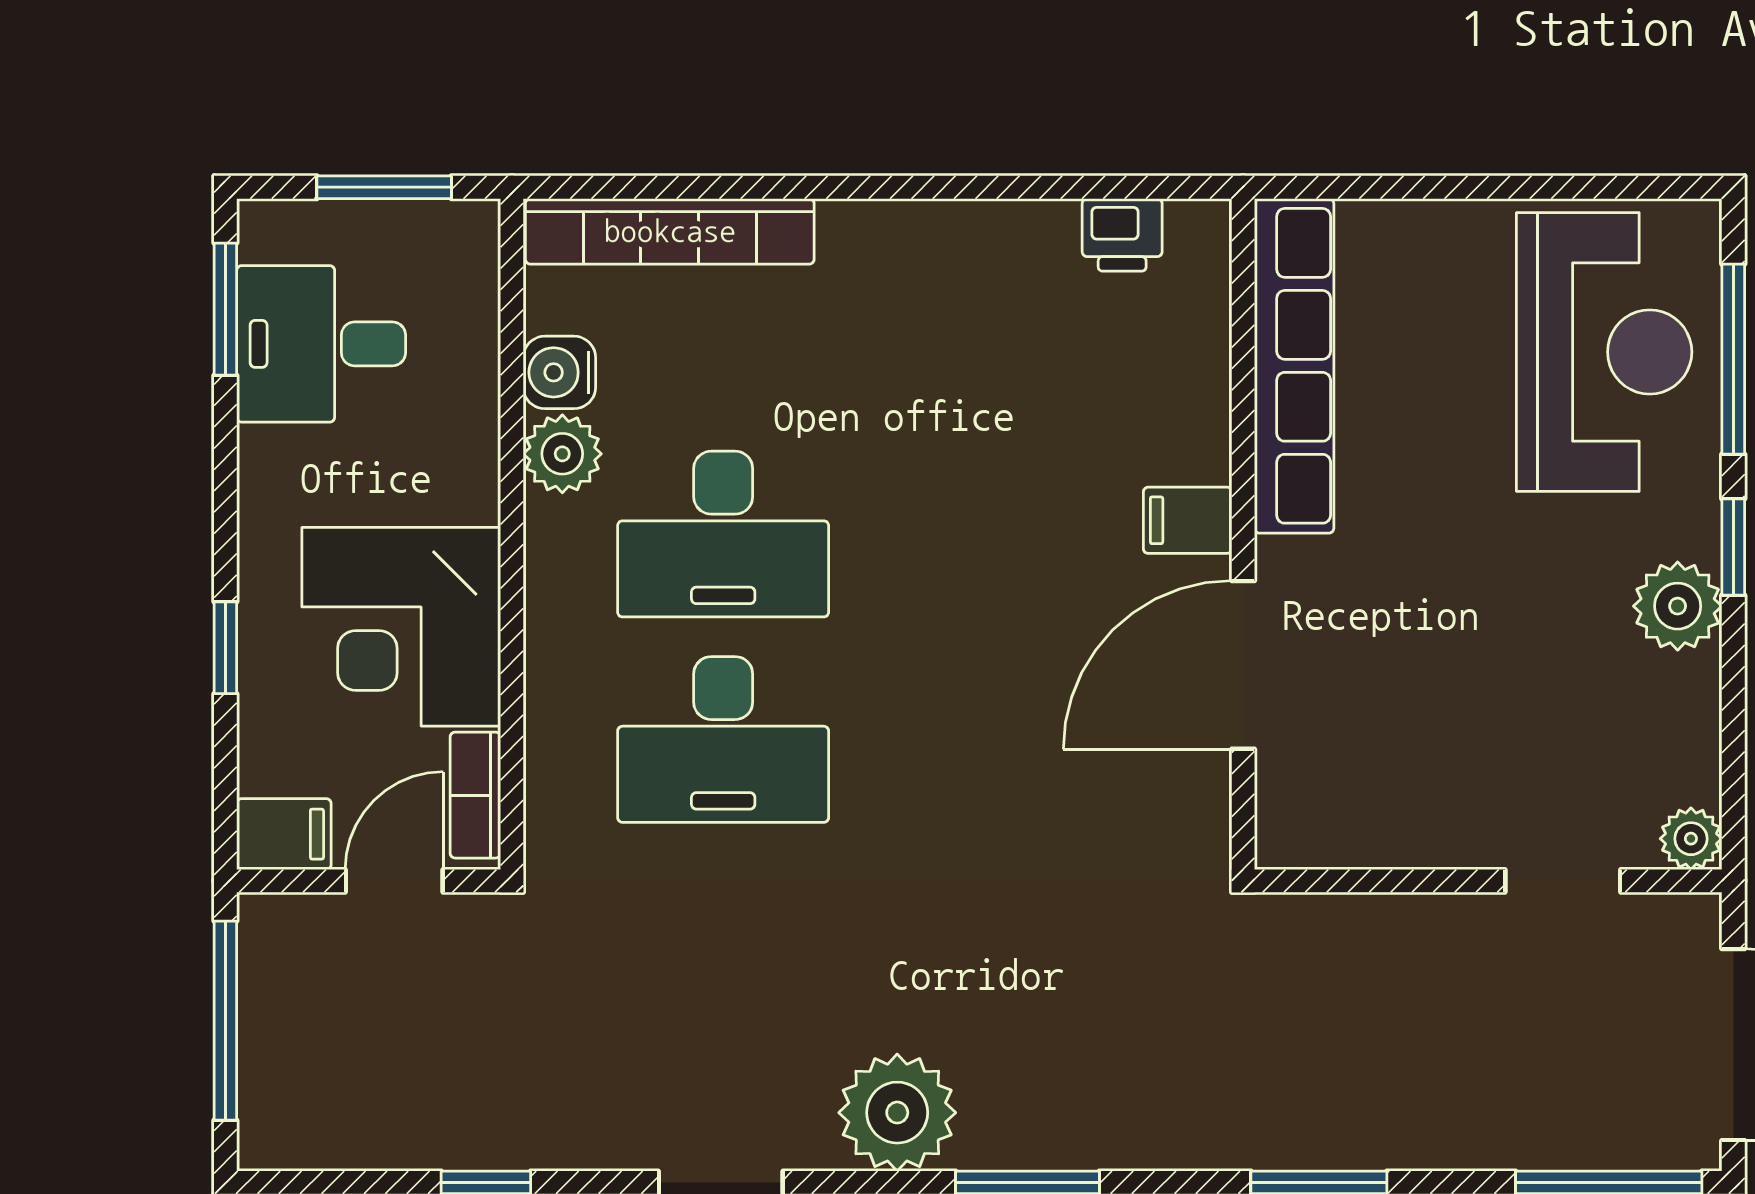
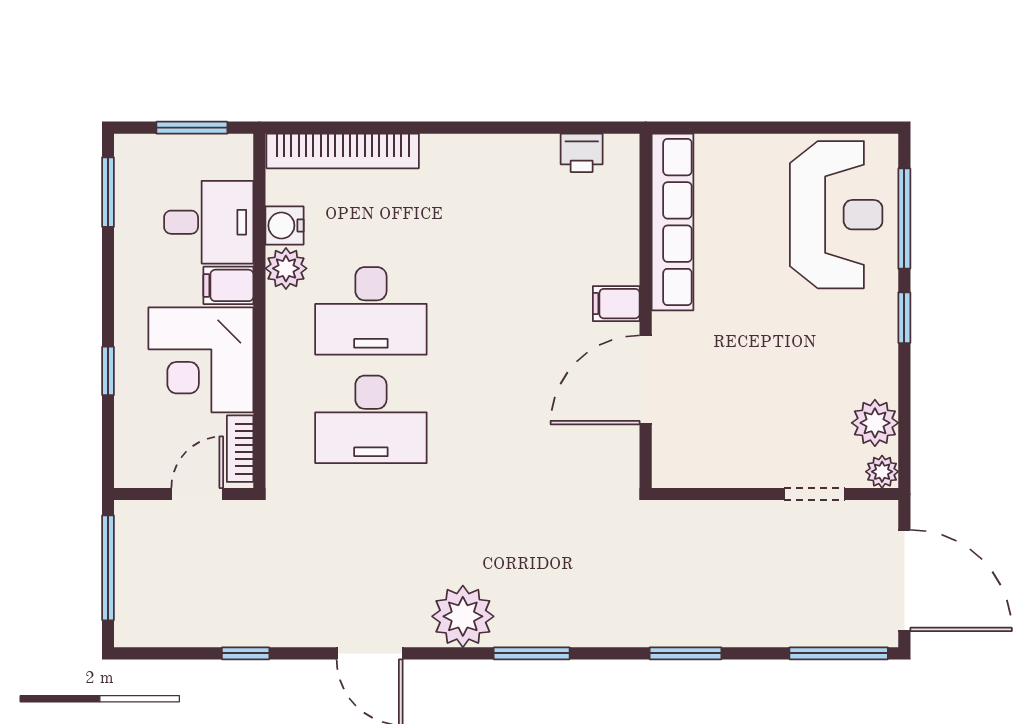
desk: (321, 344) -> (209, 222), moved, turned 180
plant: (1678, 606) -> (875, 423), moved
filing cabinet: (284, 834) -> (228, 285), moved, turned 180

